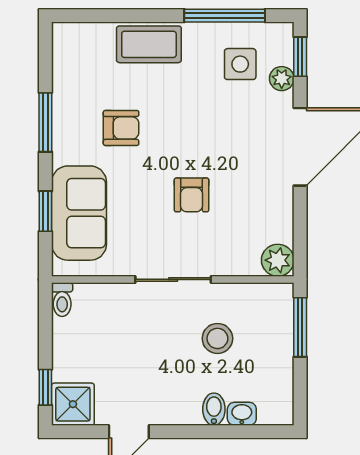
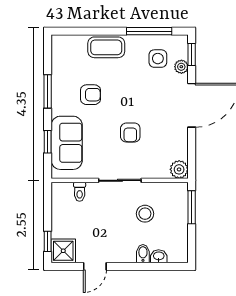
toilet: (62, 300) -> (80, 192), moved

